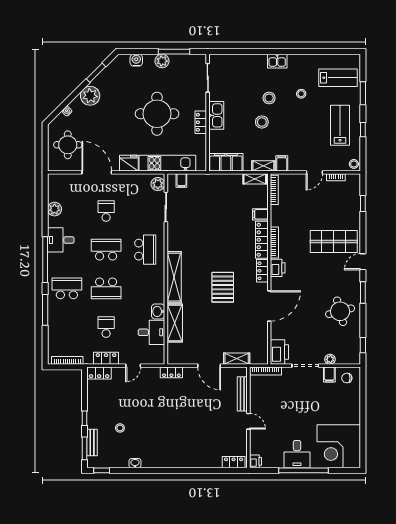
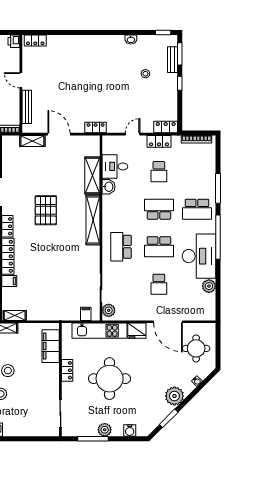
kitchen sink: (216, 115) -> (52, 377), removed
filing cabinet: (226, 162) -> (51, 346), moved, turned 90
desk: (61, 240) -> (199, 256), width x1.87, depth x1.30

